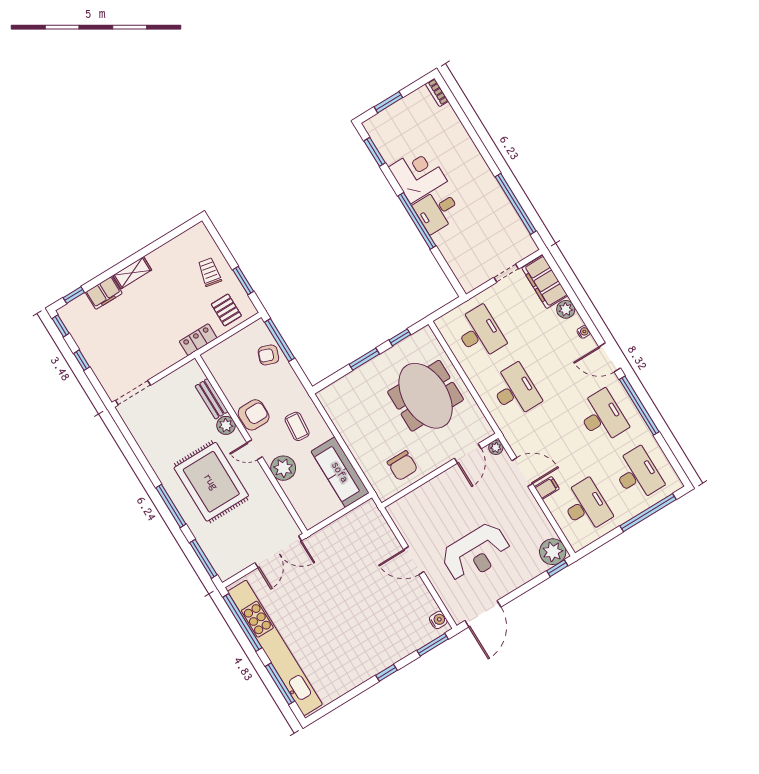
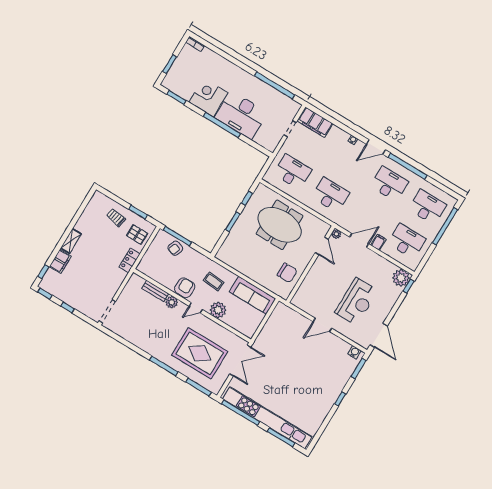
desk: (437, 210) -> (241, 115), width x1.87, depth x1.30
plant: (566, 309) -> (336, 132), removed
rug: (211, 482) -> (200, 353), moved

